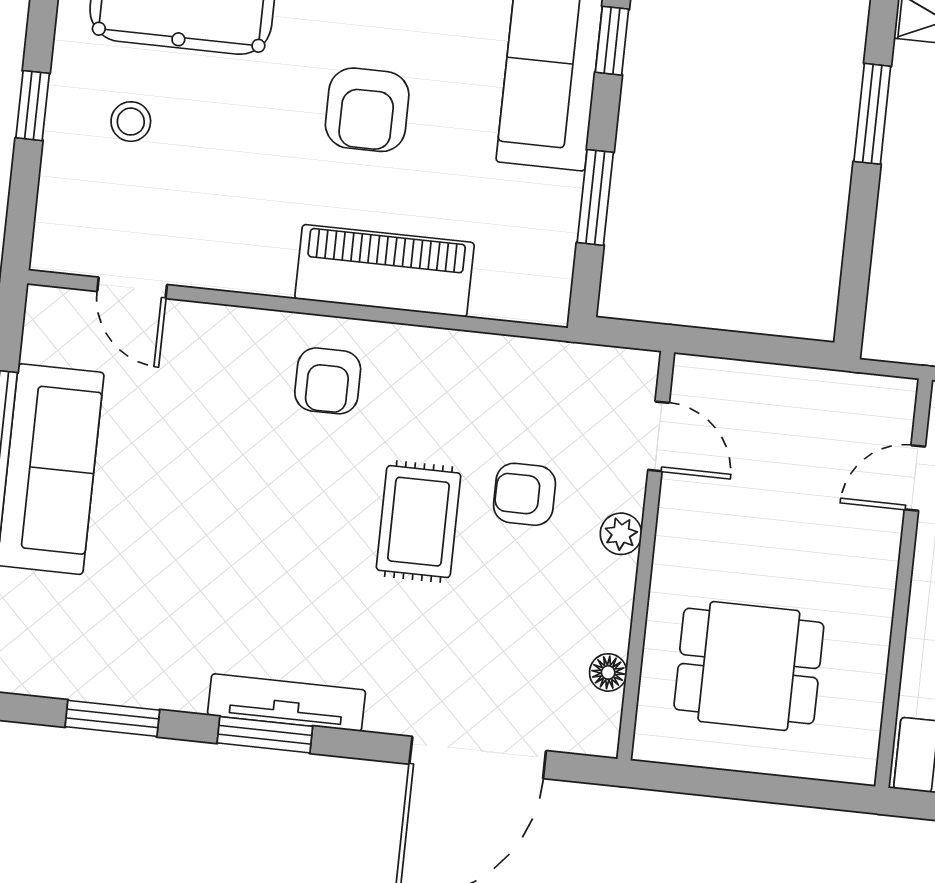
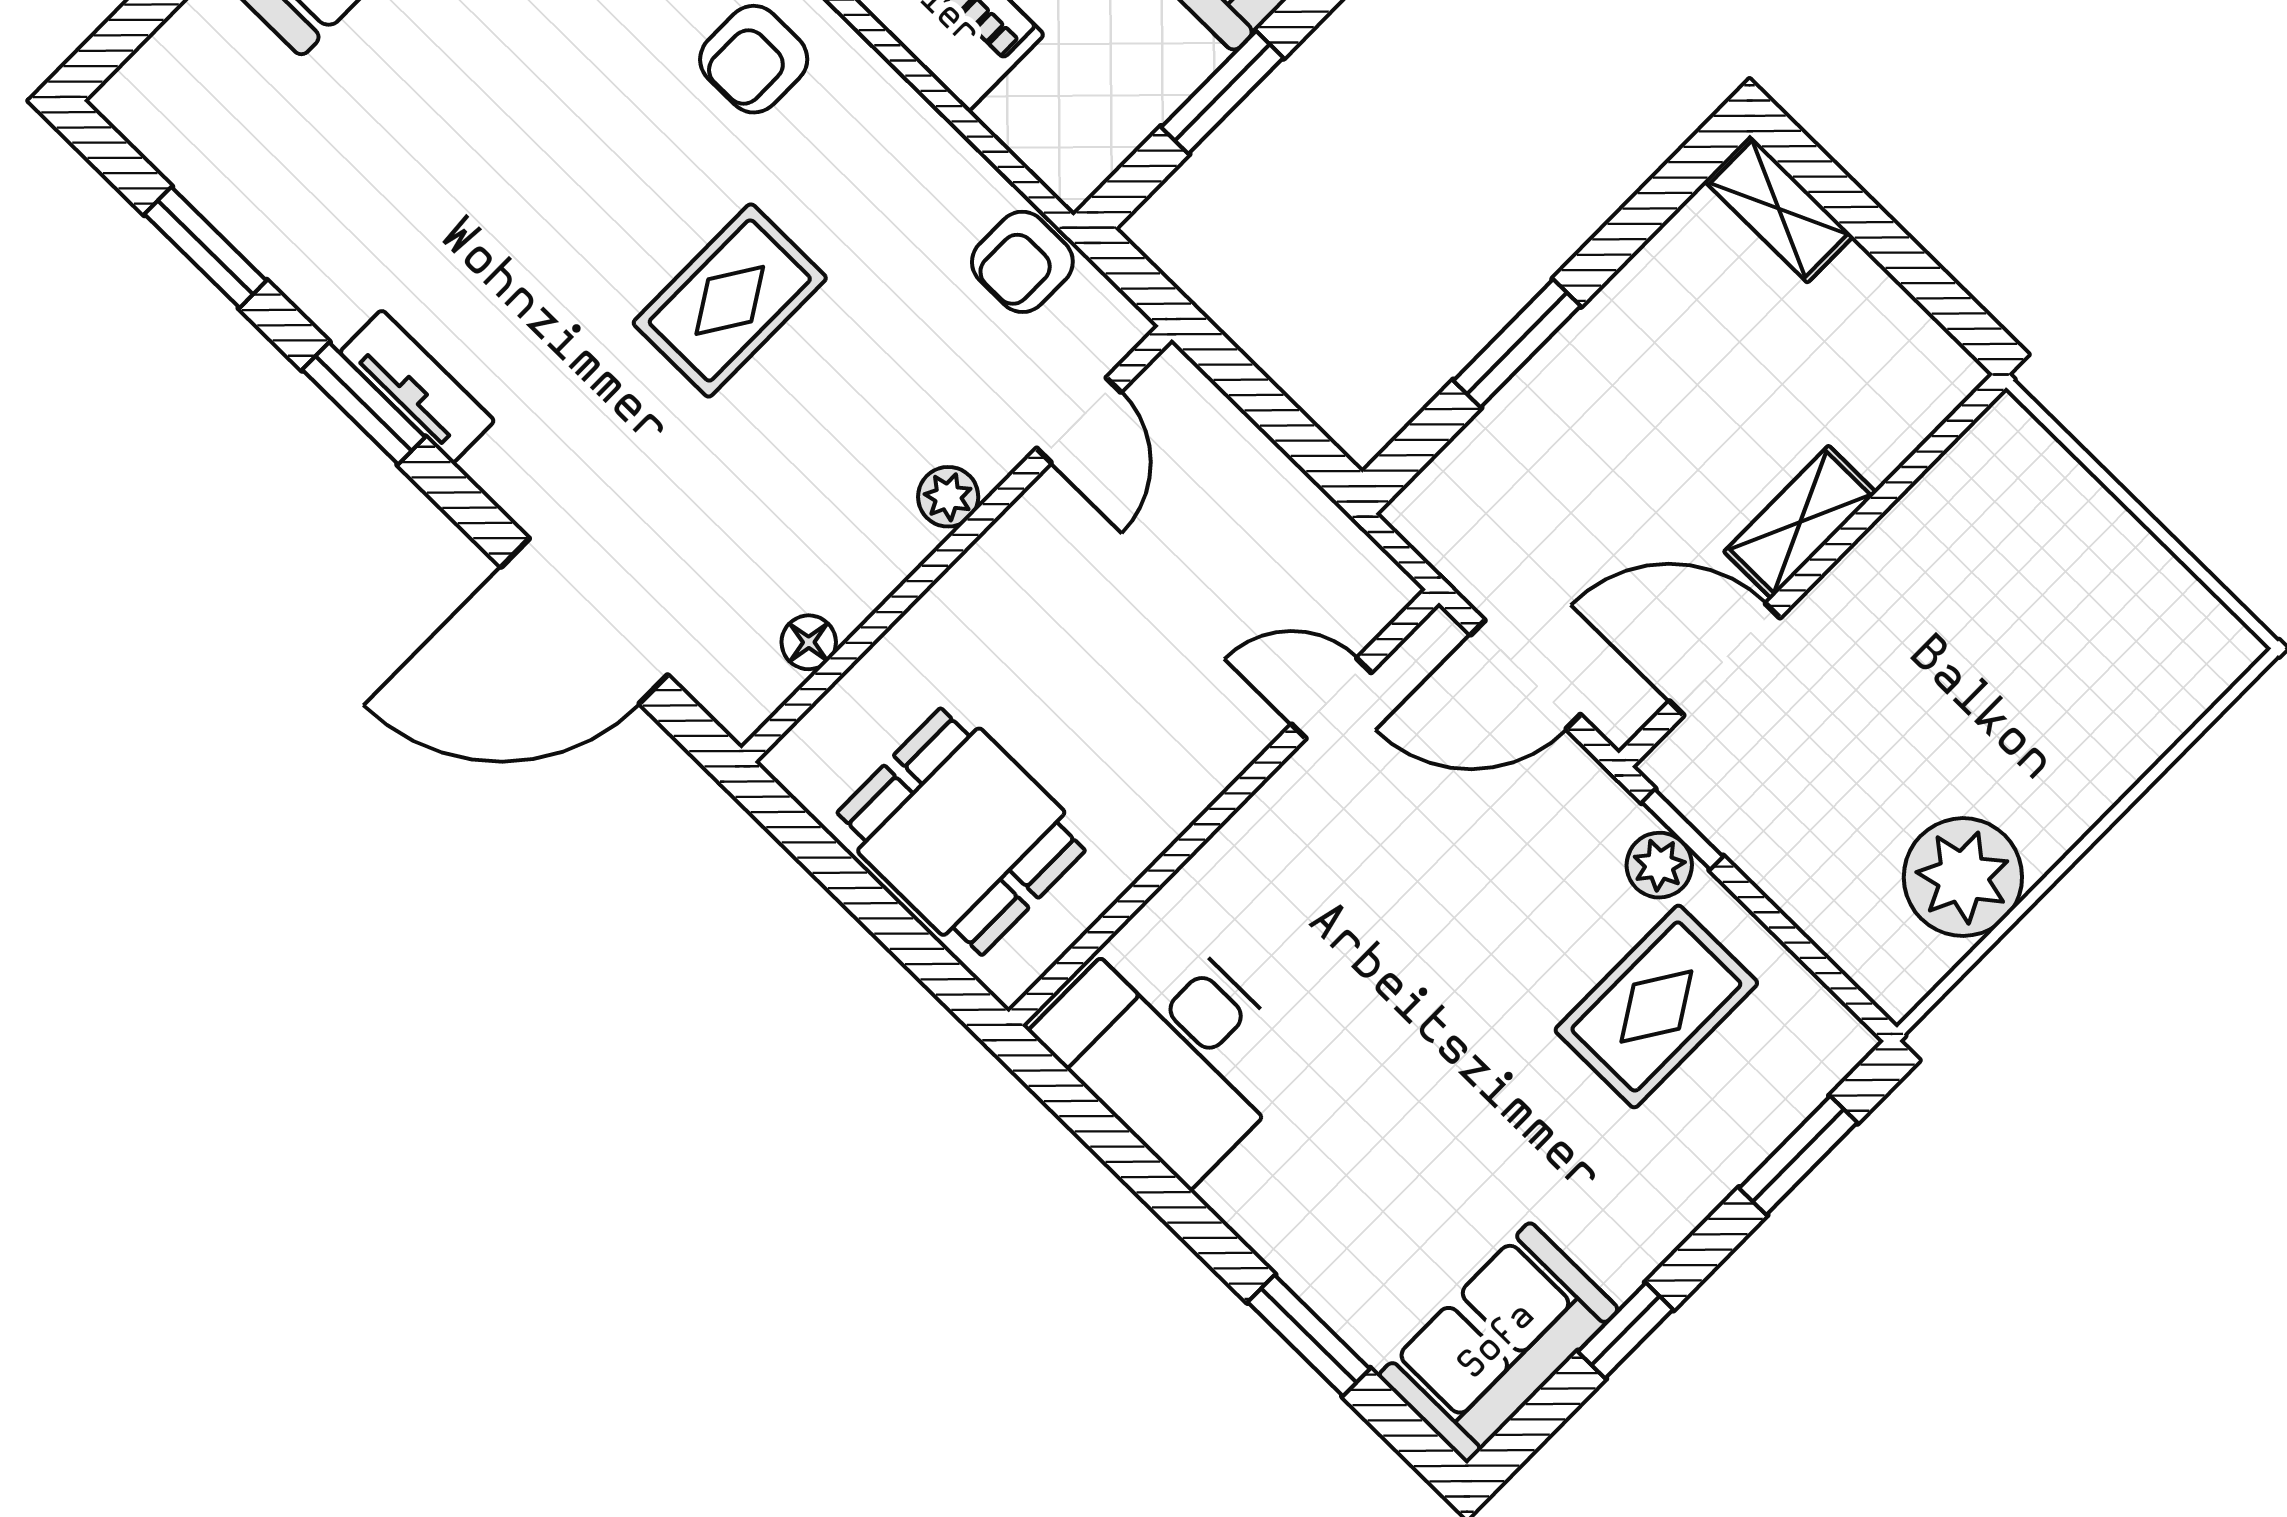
window: (872, 114) -> (1517, 343), moved
armchair: (524, 494) -> (1022, 262), moved, turned -90
dining table: (749, 666) -> (961, 832), moved
tv unit: (287, 703) -> (417, 387), width x0.71

